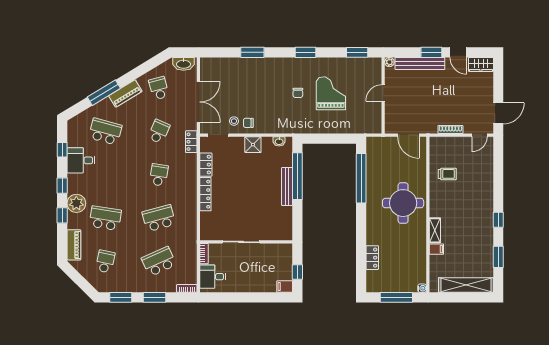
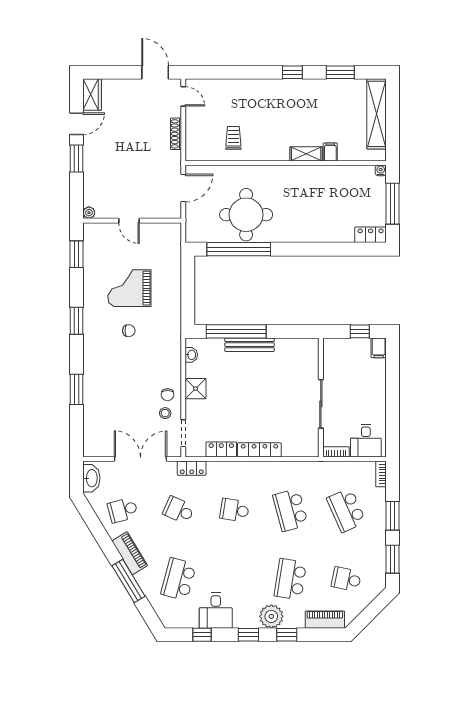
bench: (420, 63) -> (91, 173), removed
round table: (403, 203) -> (246, 215), moved
locker: (372, 258) -> (371, 235), moved

